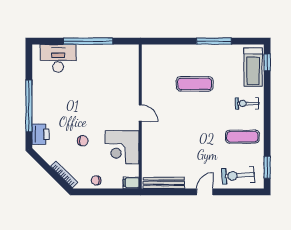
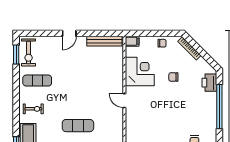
exercise bike: (238, 175) -> (29, 53), moved, turned 94

